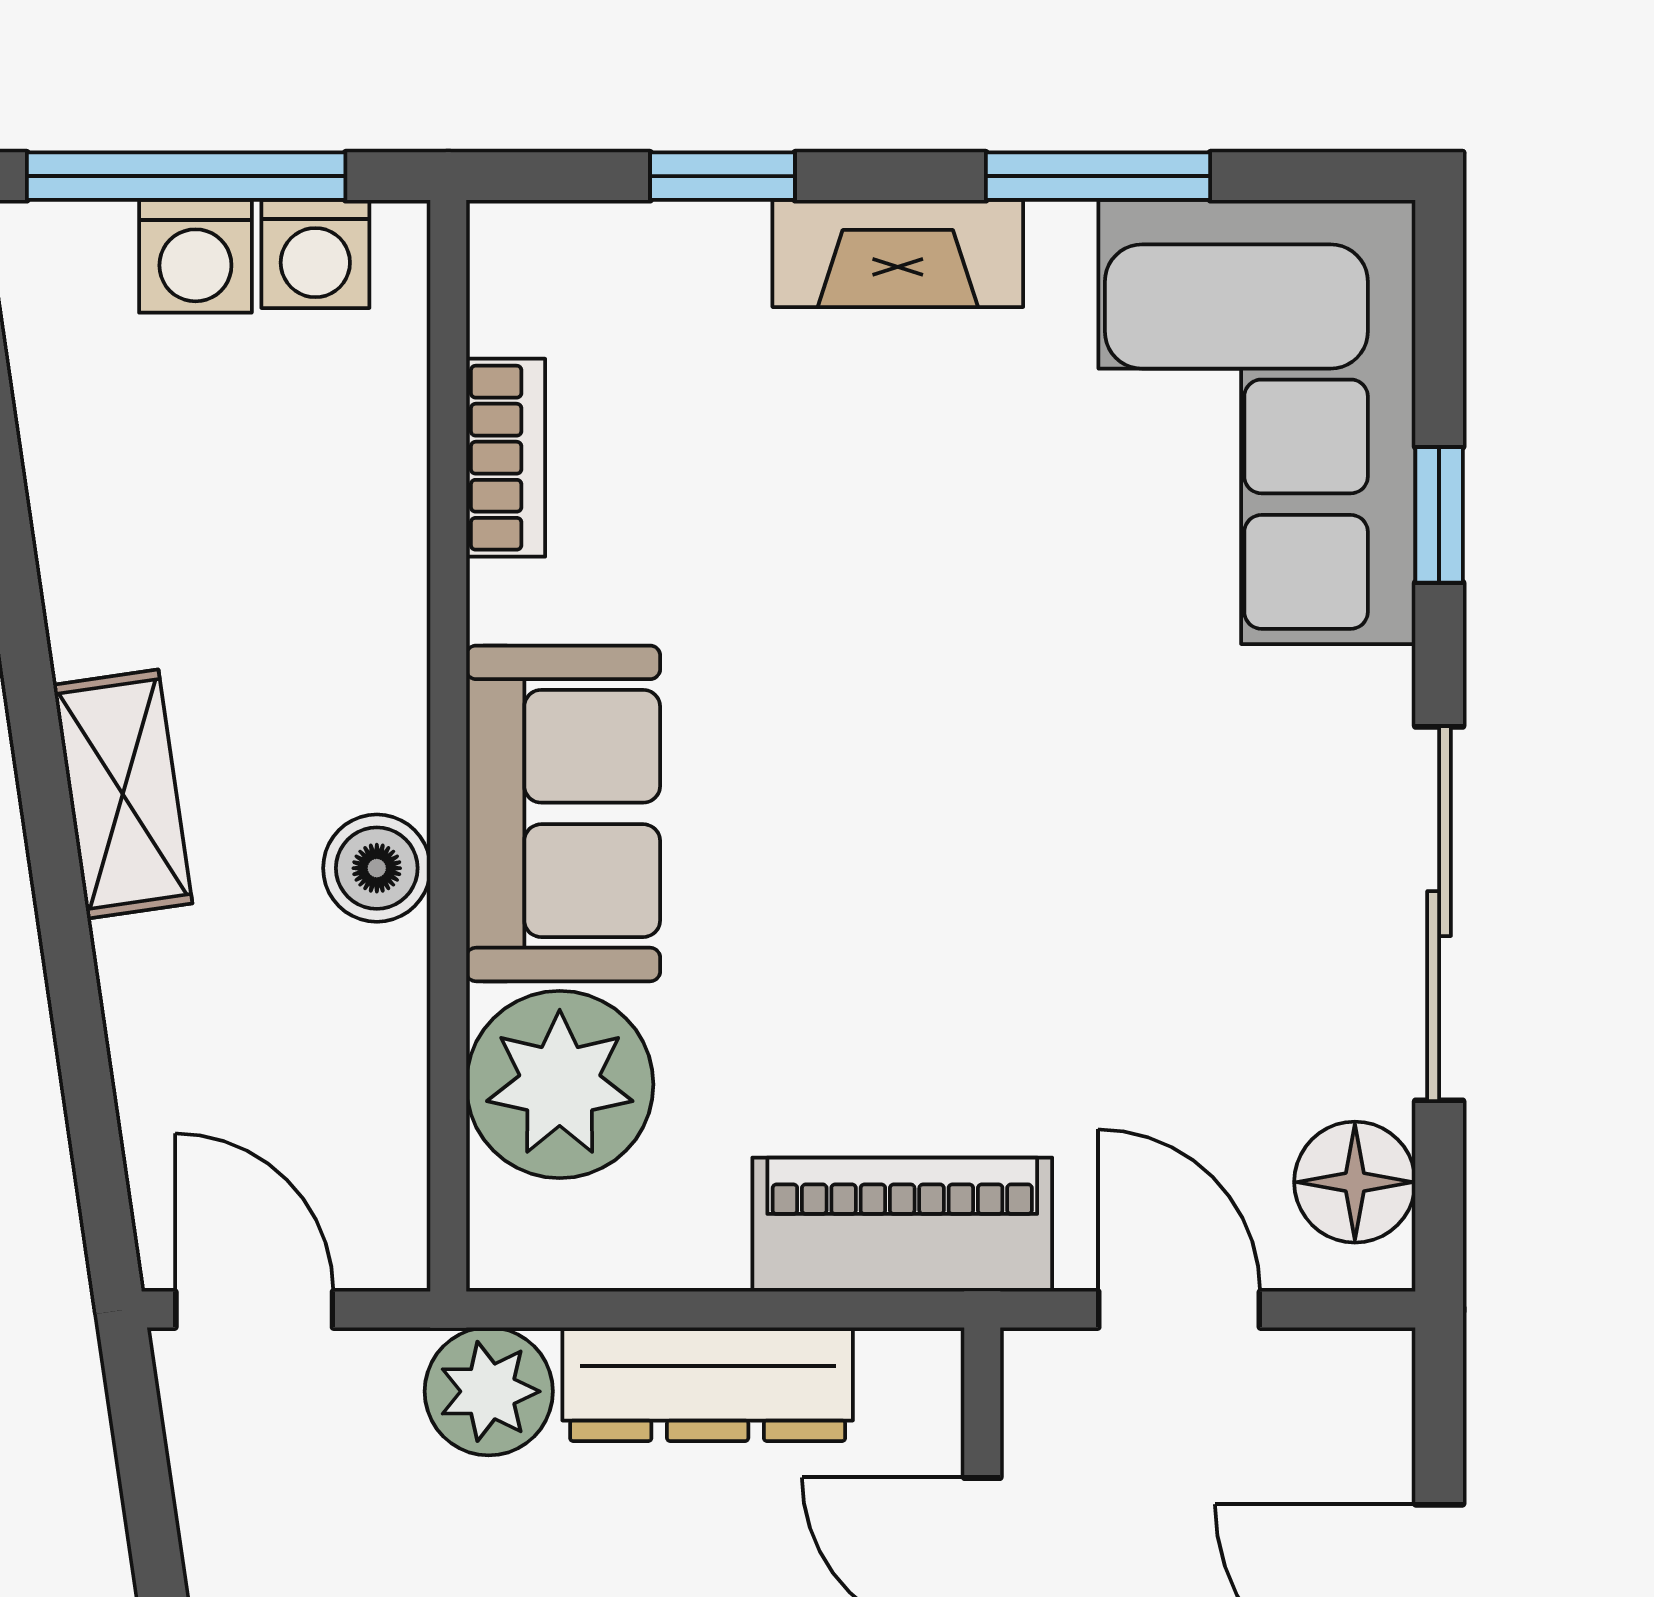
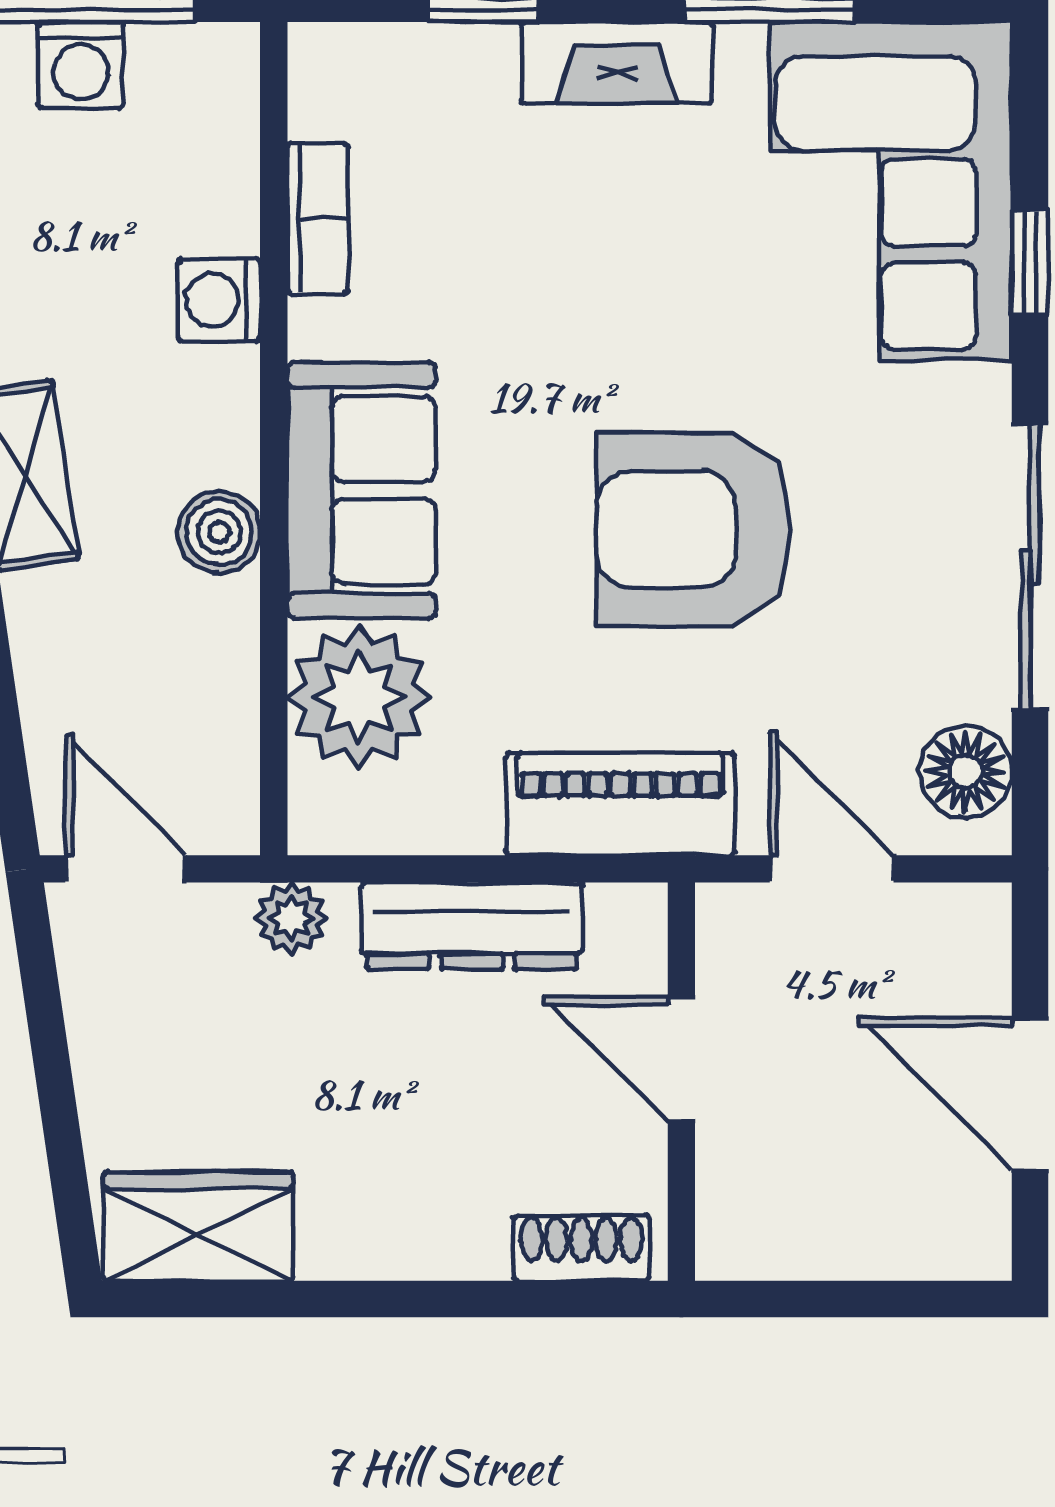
washing machine: (315, 254) -> (219, 300), moved, turned 90
armchair: (998, 865) -> (693, 529), added
plant: (489, 1391) -> (291, 918), width x0.73, depth x0.73

